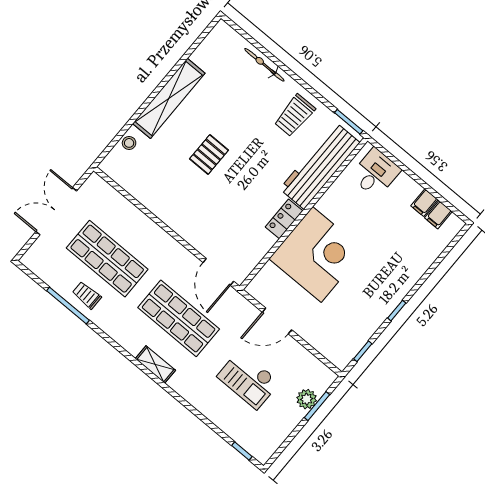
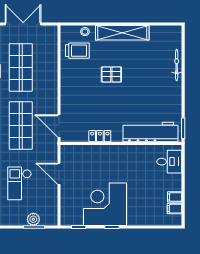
trolley: (295, 115) -> (77, 51), moved, turned 180
locker: (284, 219) -> (100, 136), moved
corner desk: (317, 254) -> (105, 204), moved, turned 180
door: (218, 272) -> (59, 126), hinge flipped

